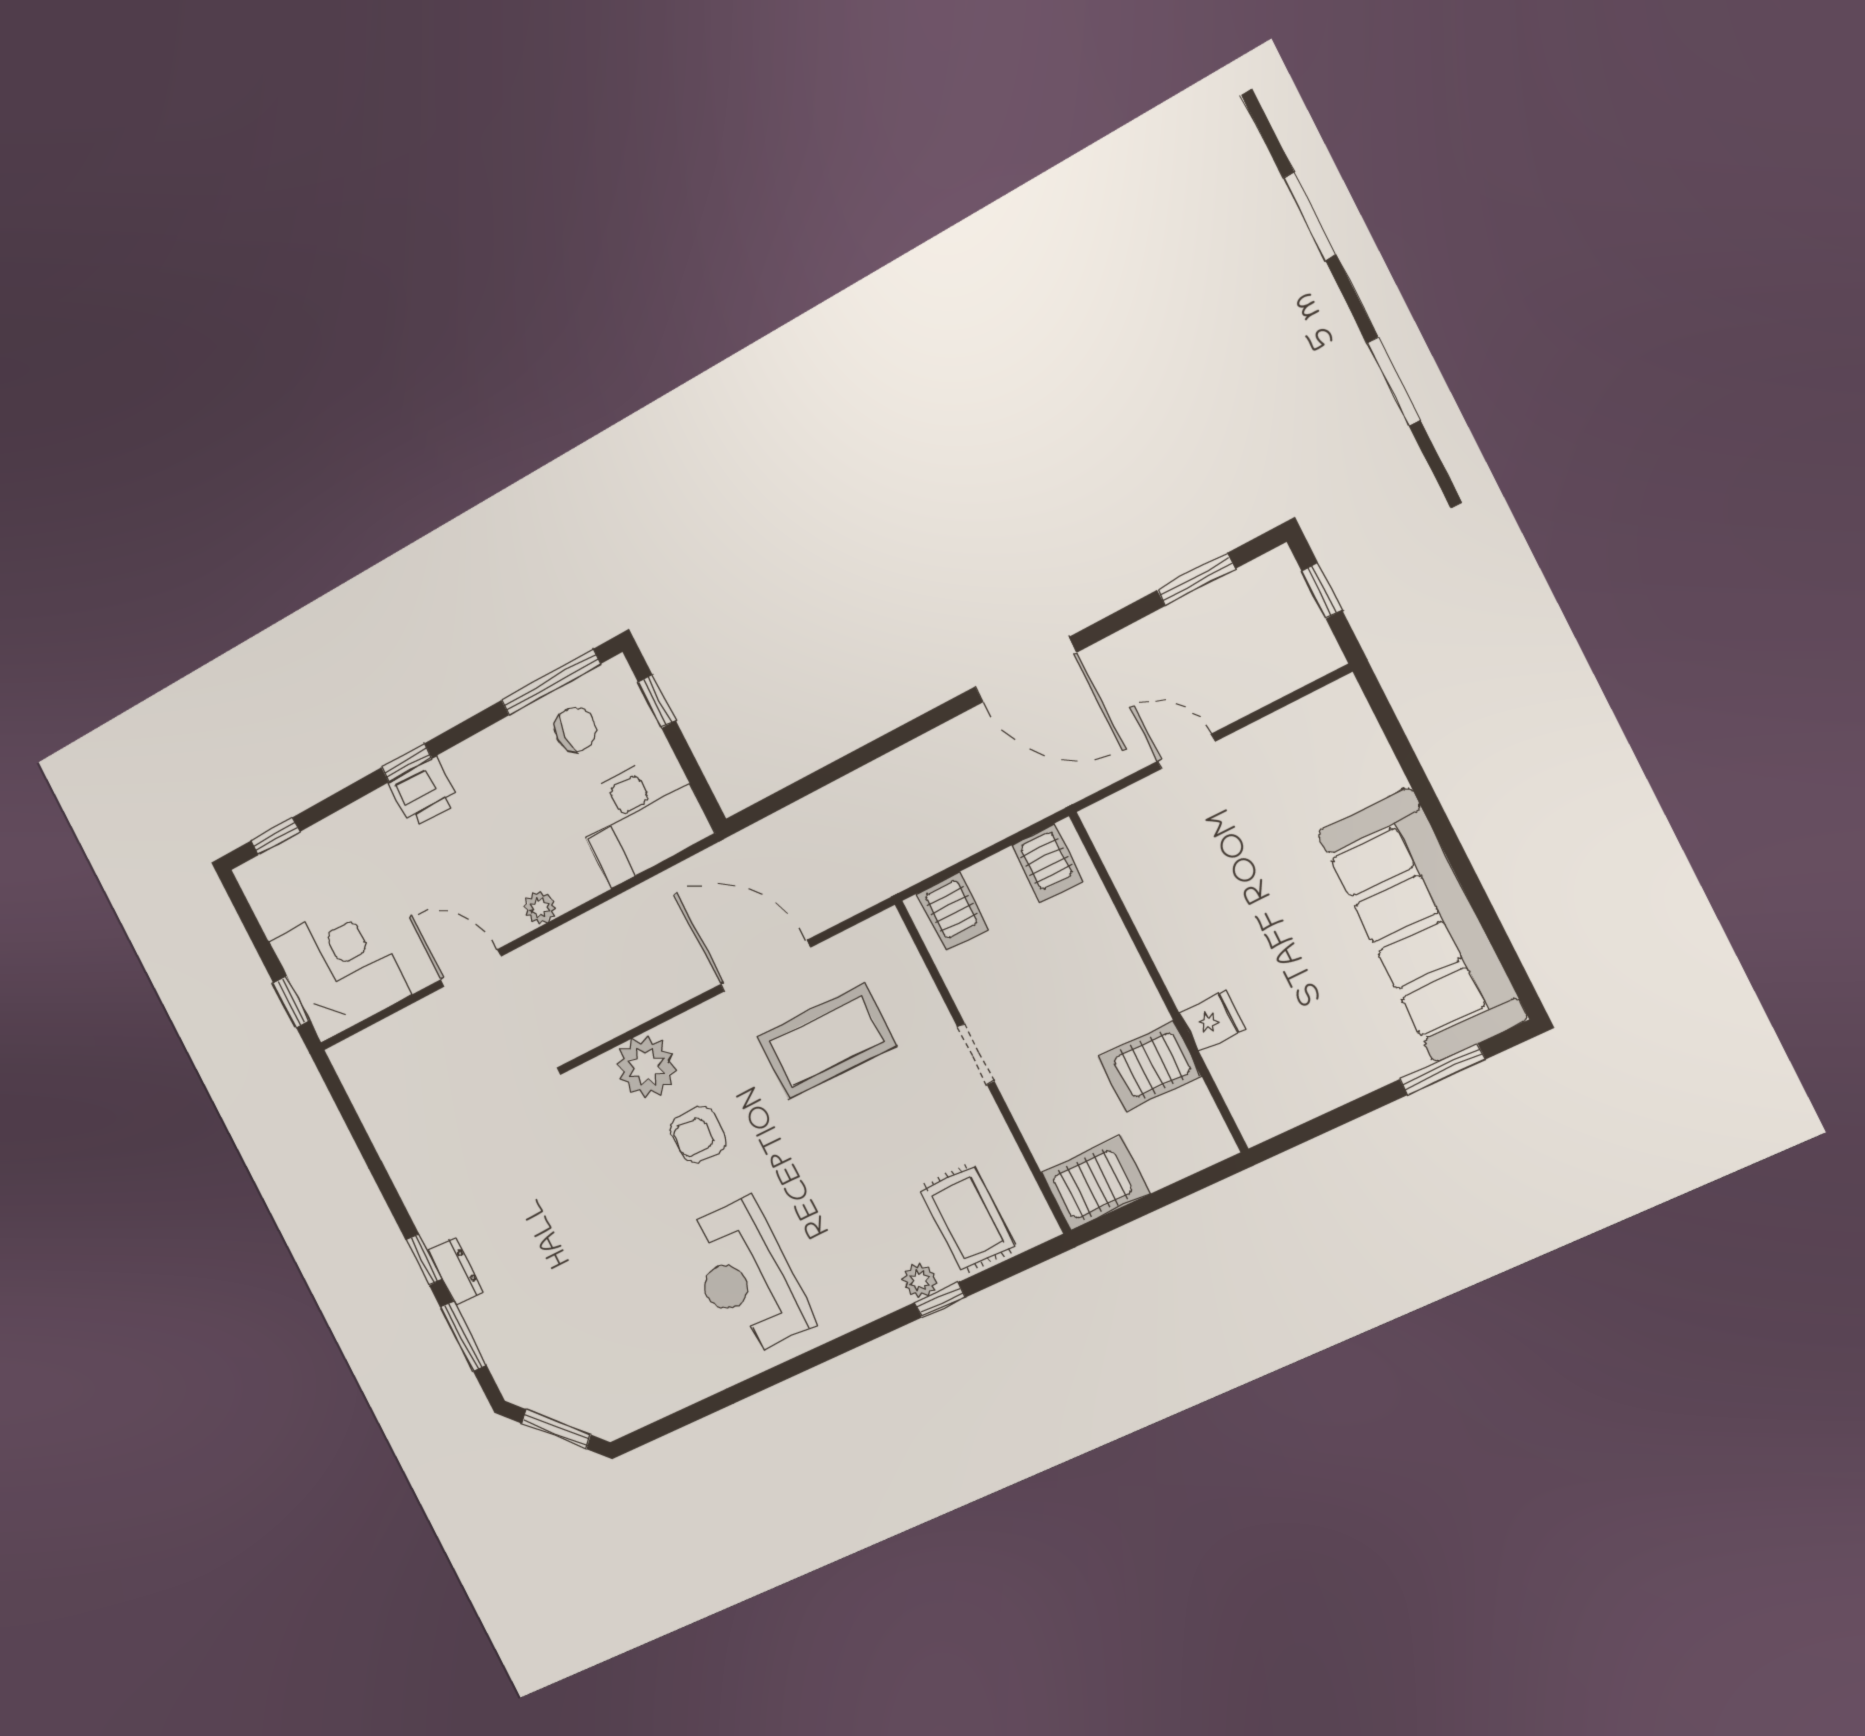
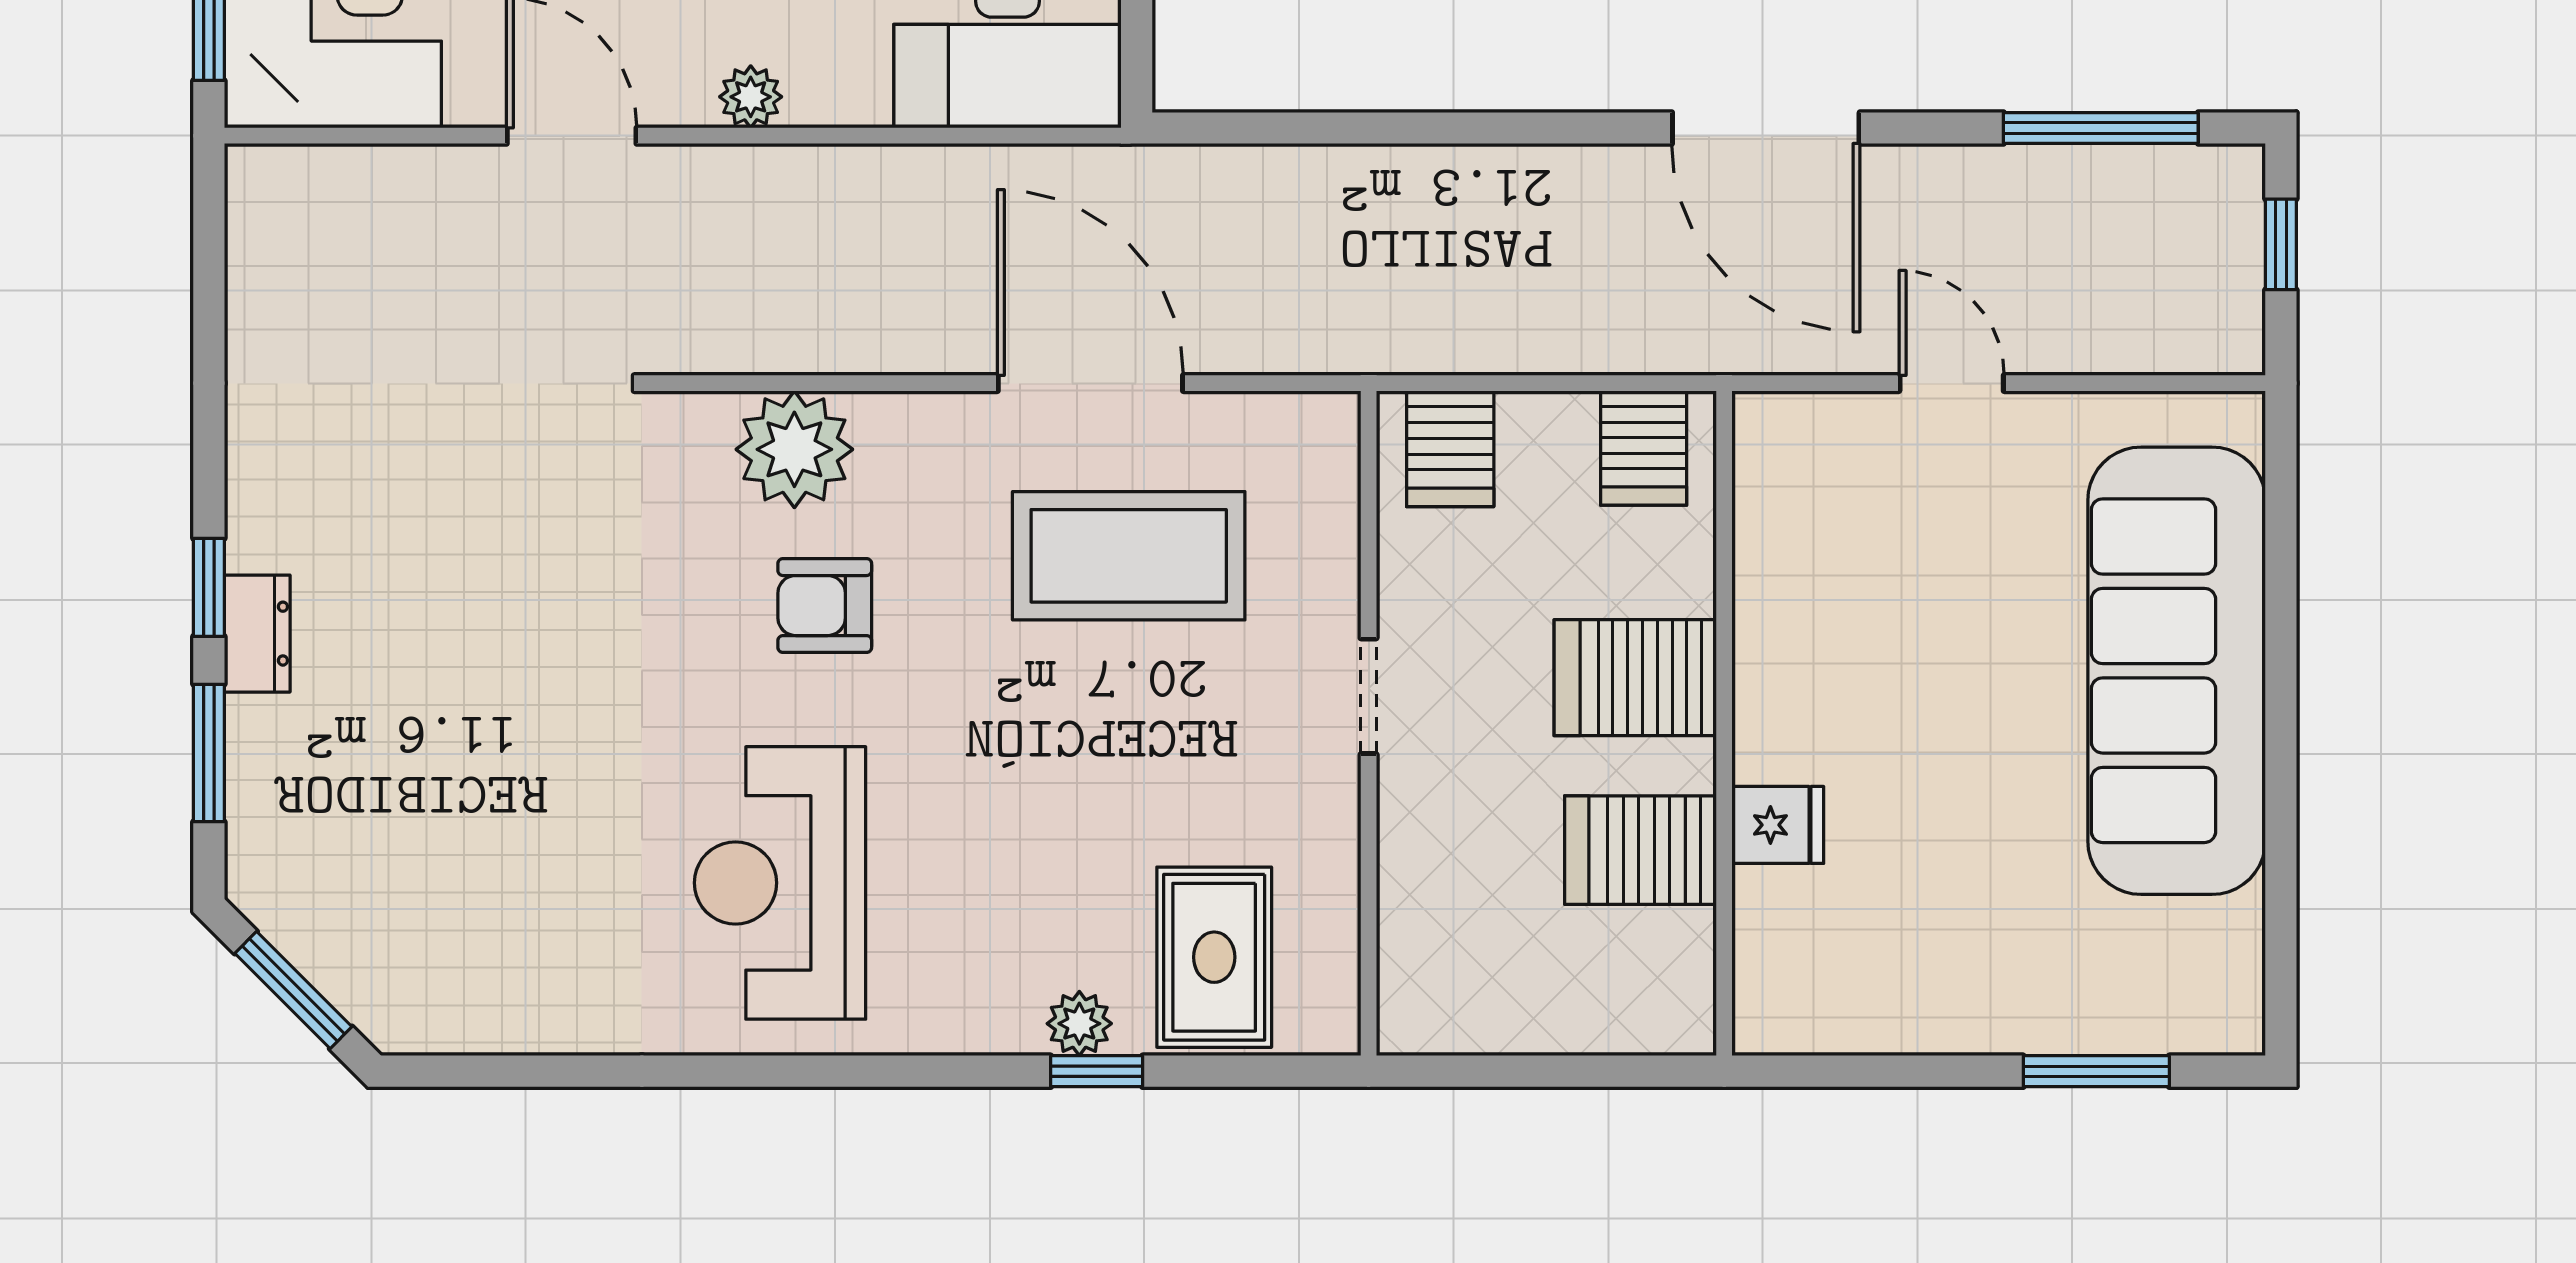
window: (1196, 579) -> (2101, 128), width x1.44
sofa: (1422, 925) -> (2177, 671), moved
server rack: (1096, 1183) -> (1635, 678), moved, turned 180

